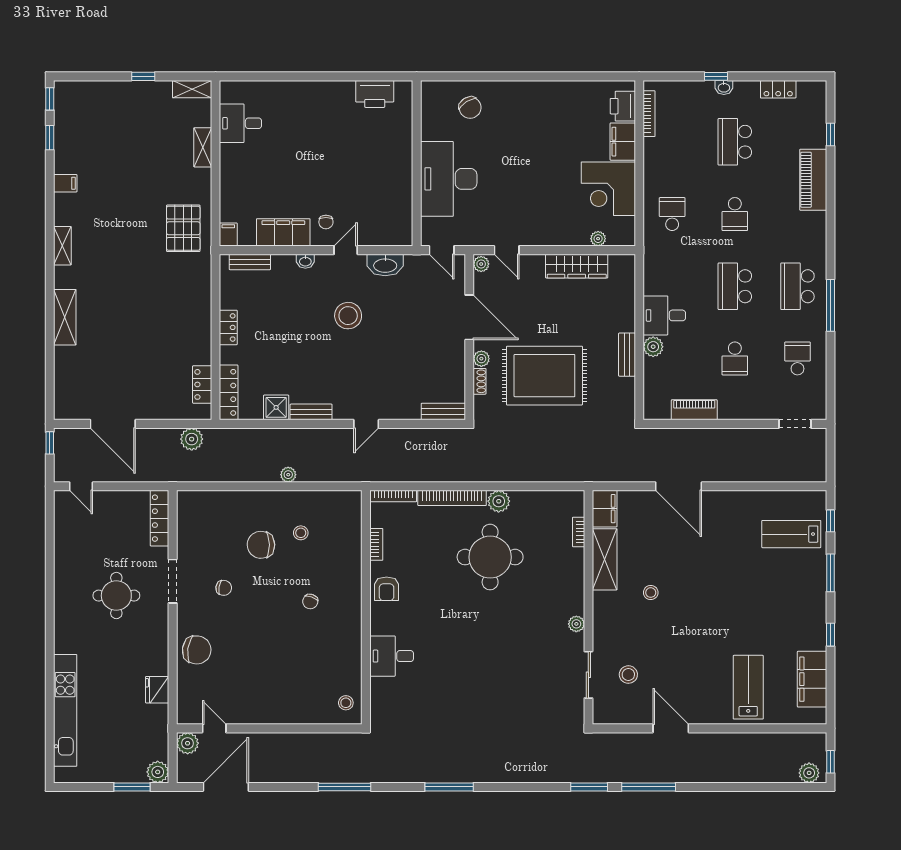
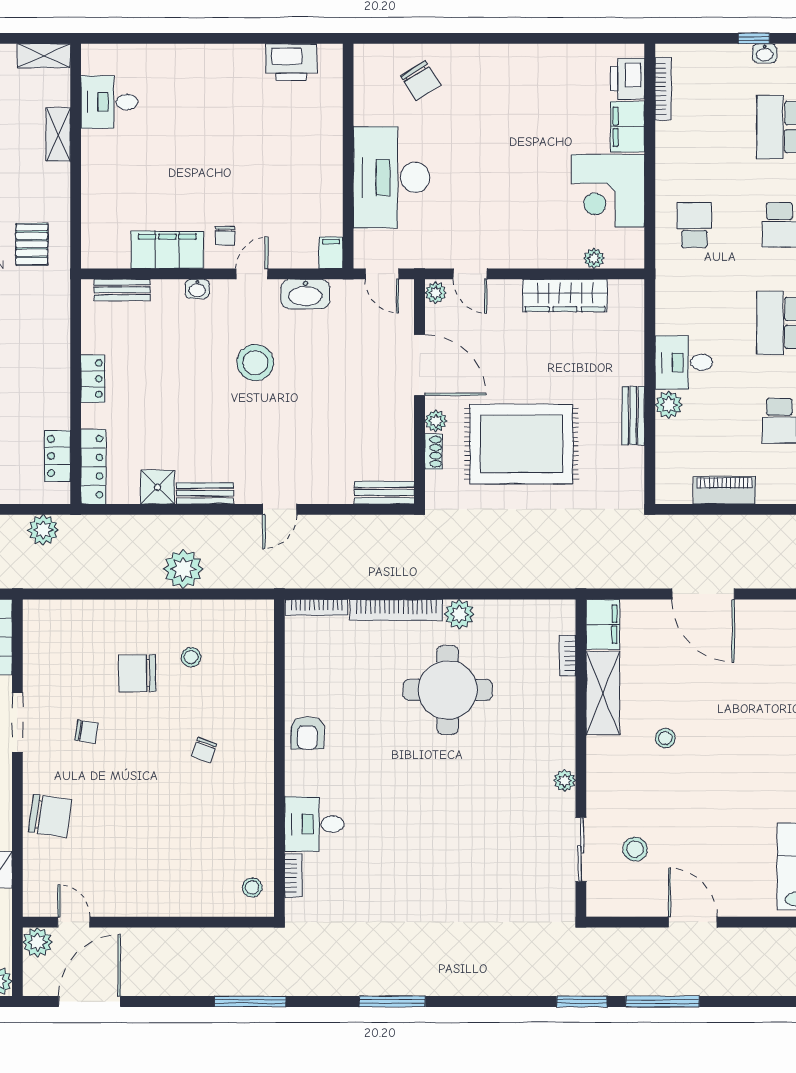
pallet: (183, 228) -> (32, 244), width x0.67, depth x0.71
filing cabinet: (228, 234) -> (331, 253), moved
plant: (288, 475) -> (183, 569), width x1.88, depth x1.88
bookcase: (376, 544) -> (293, 875), moved

